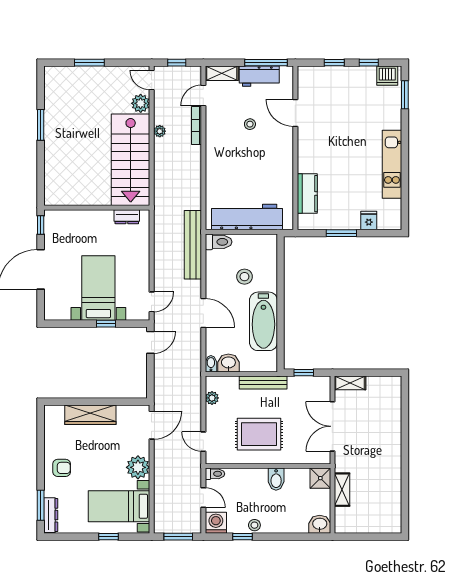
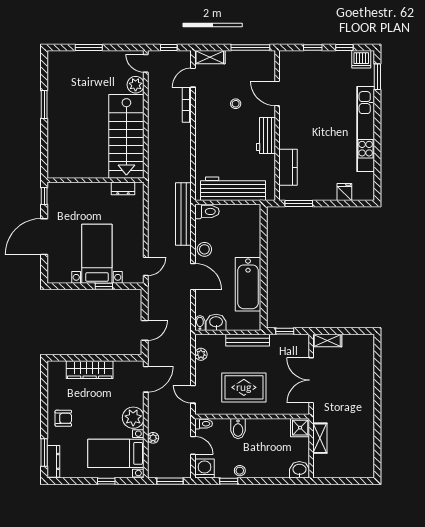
workbench: (259, 76) -> (266, 135), moved, turned 90
plant: (160, 131) -> (153, 438), moved
kitchen unit: (392, 164) -> (366, 129), width x1.36
window: (341, 233) -> (299, 203), moved
stool: (244, 277) -> (204, 249), moved
door: (150, 342) -> (145, 330), moved
bidet: (276, 479) -> (238, 429), moved

